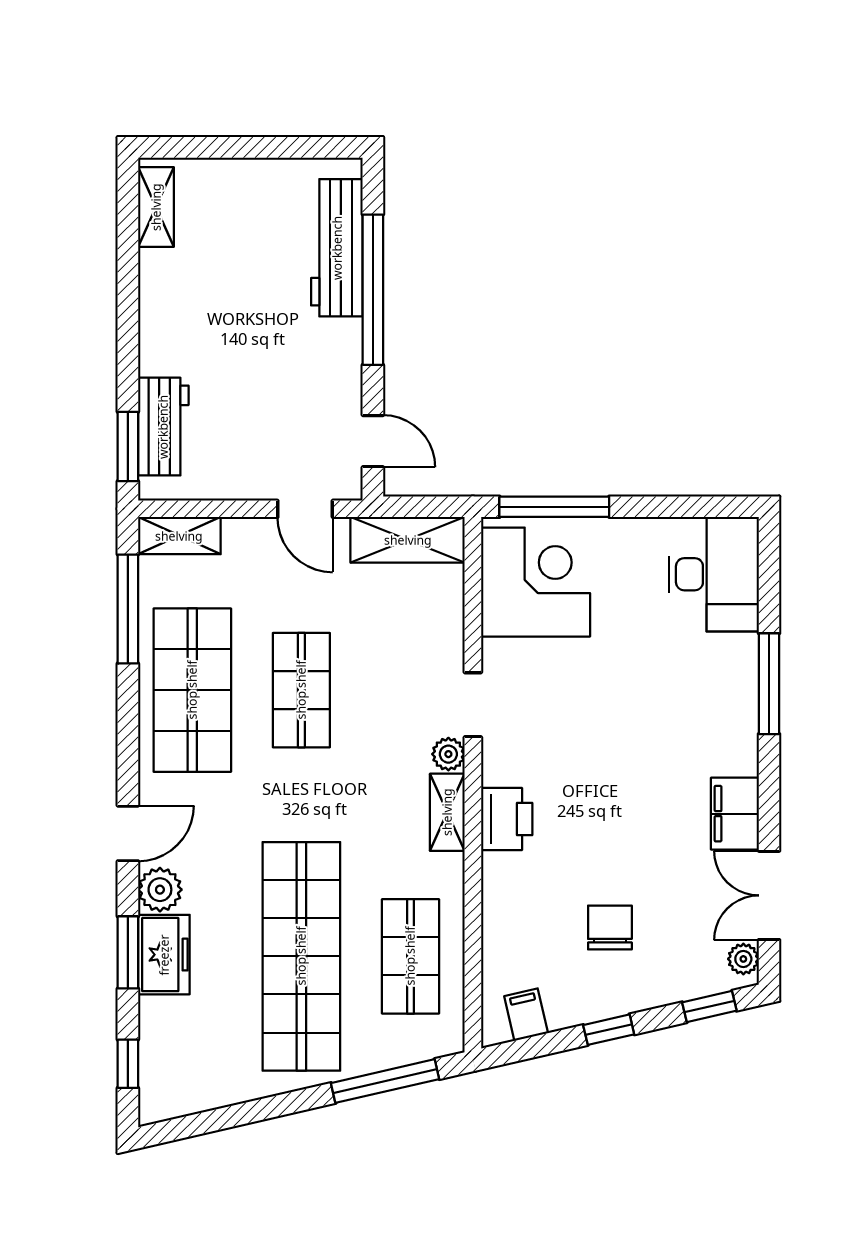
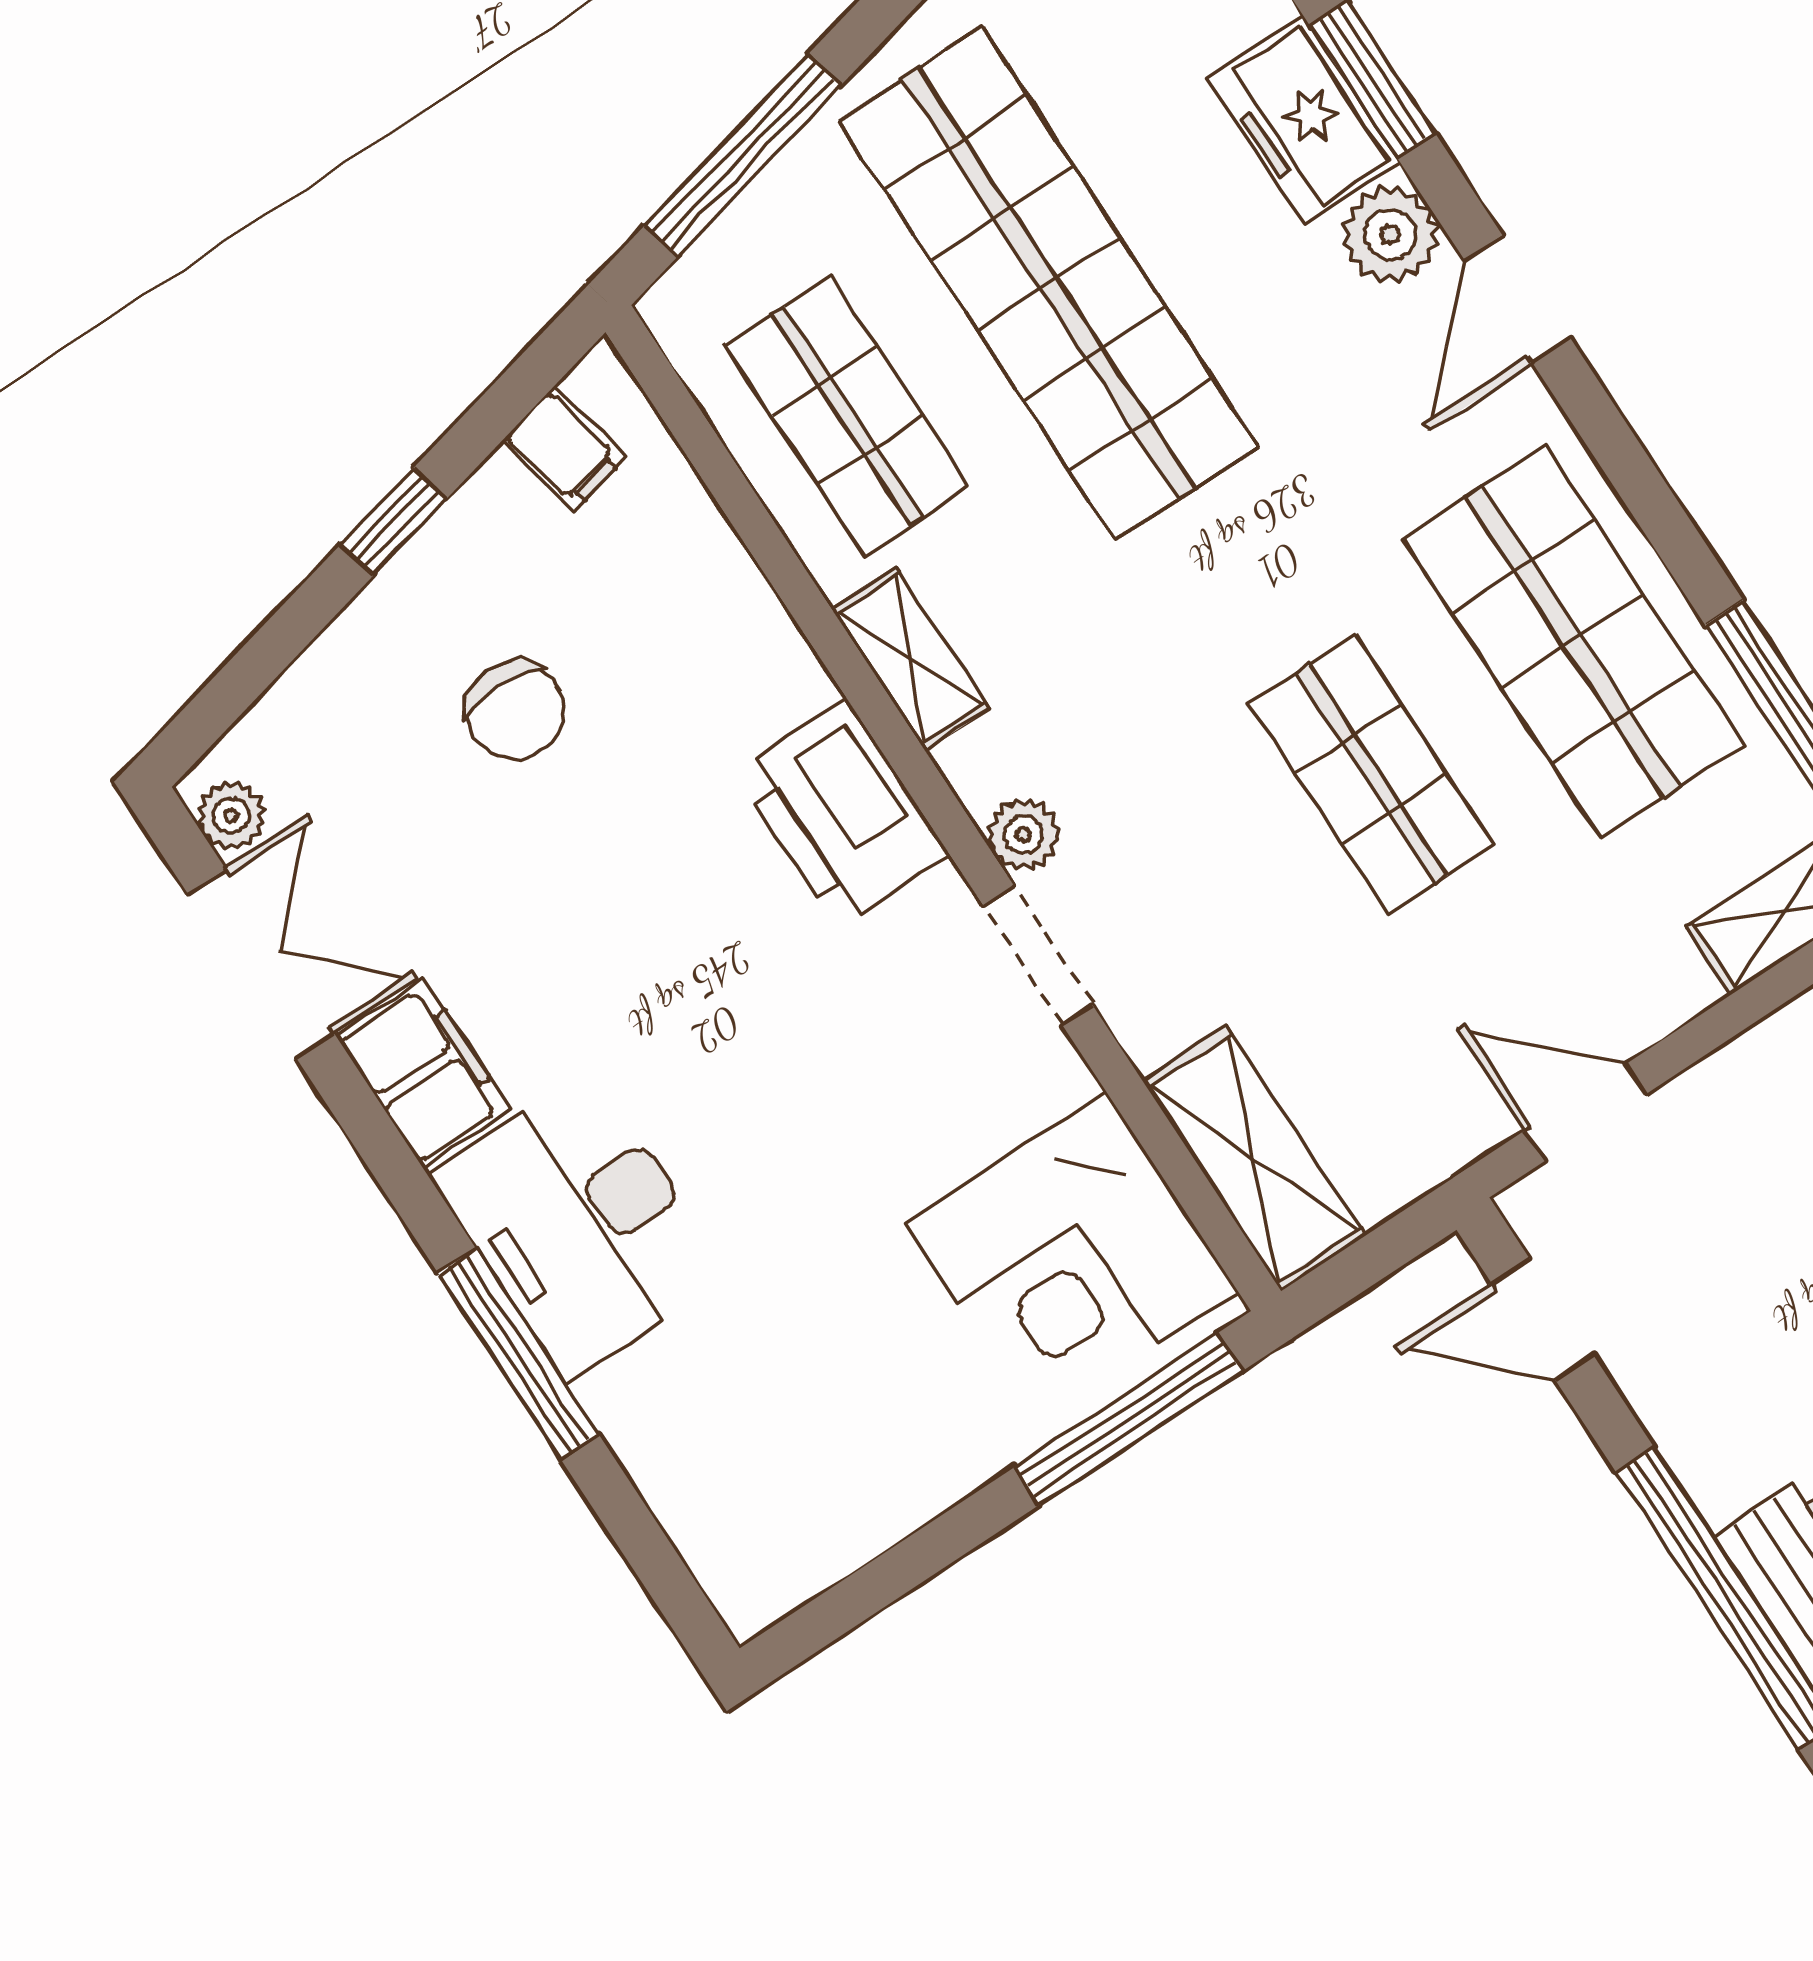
shelving: (408, 540) -> (1254, 1158), moved, turned 90
desk: (714, 574) -> (579, 1225), moved
shelving: (447, 812) -> (910, 659), moved
printer: (507, 819) -> (842, 813), width x1.37, depth x1.19
window: (709, 1006) -> (236, 687), removed

